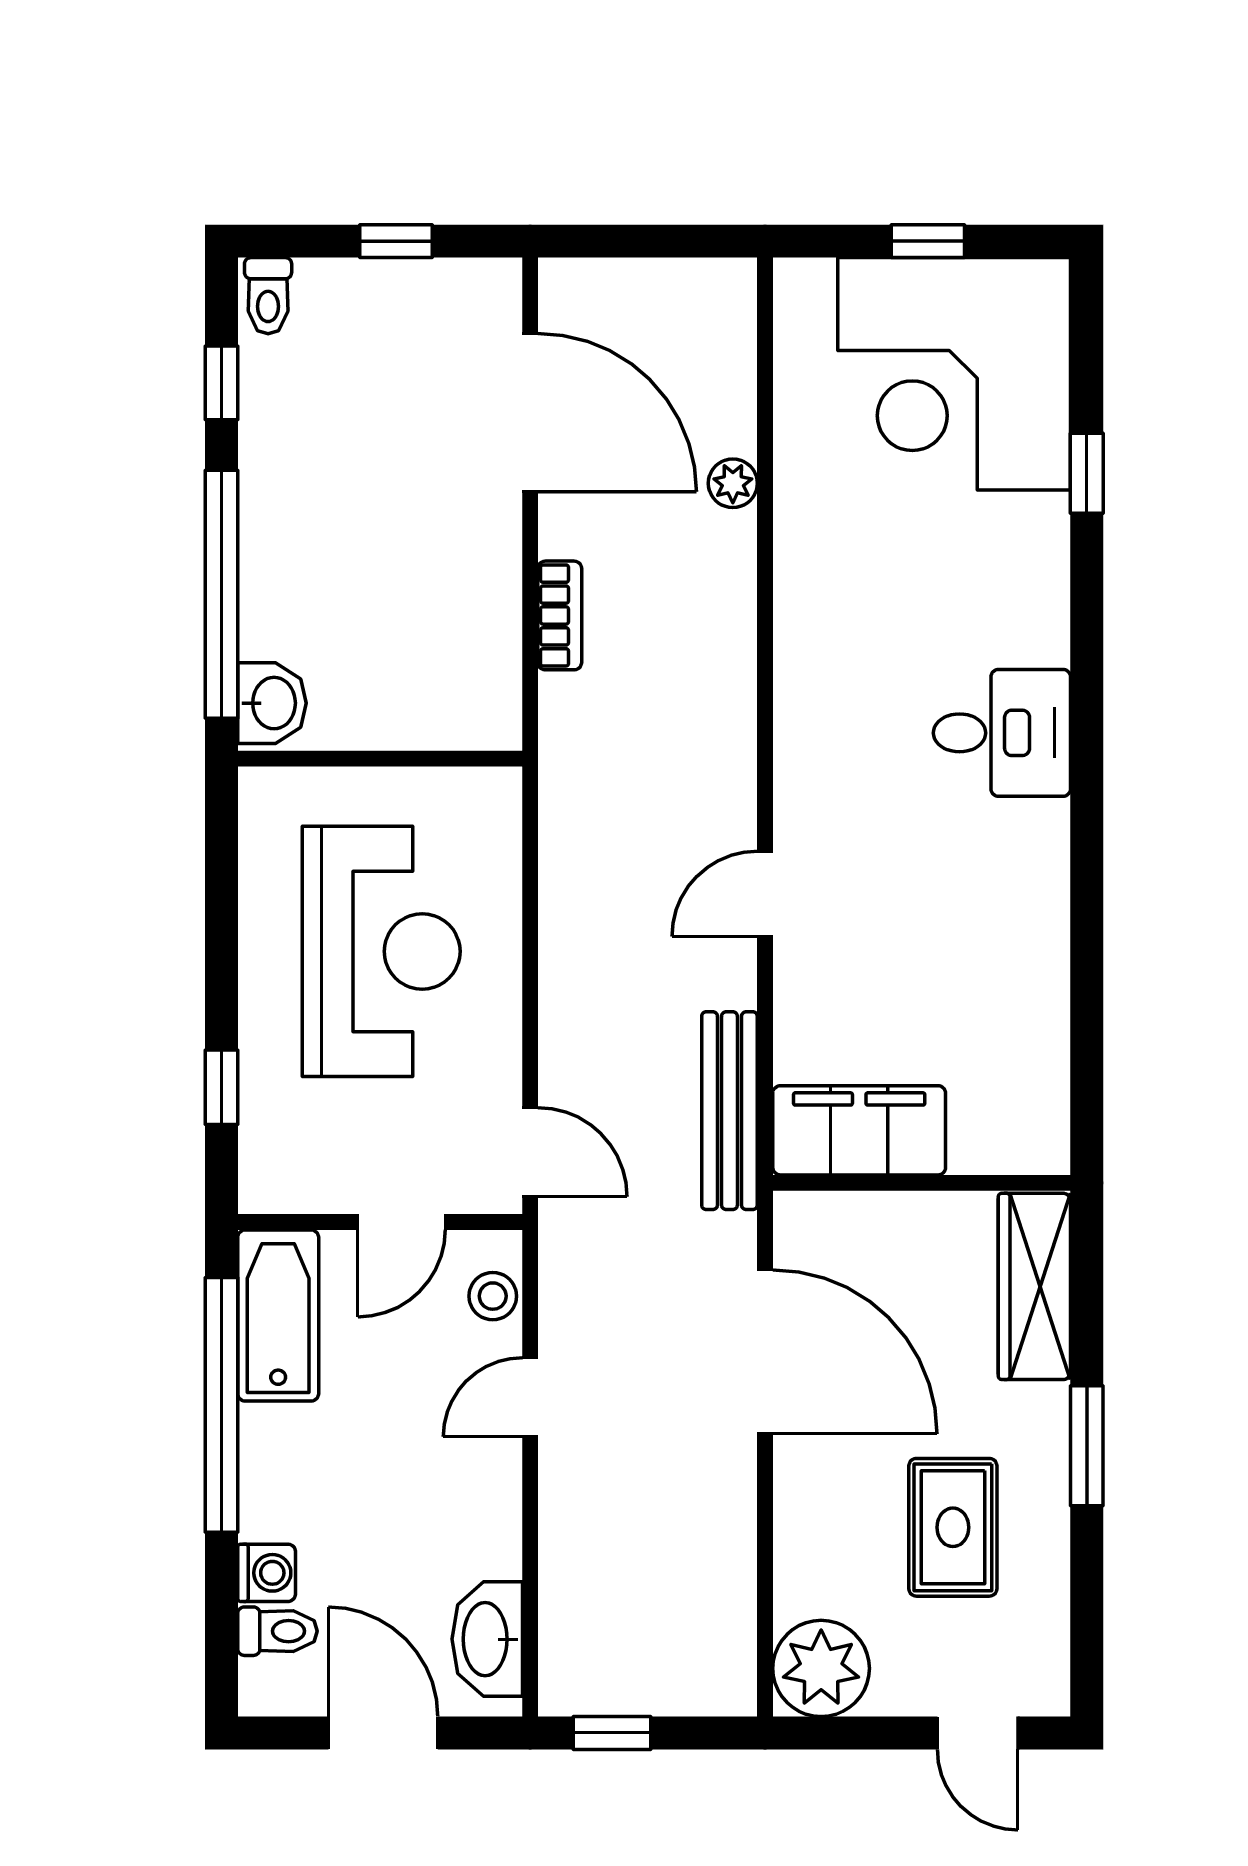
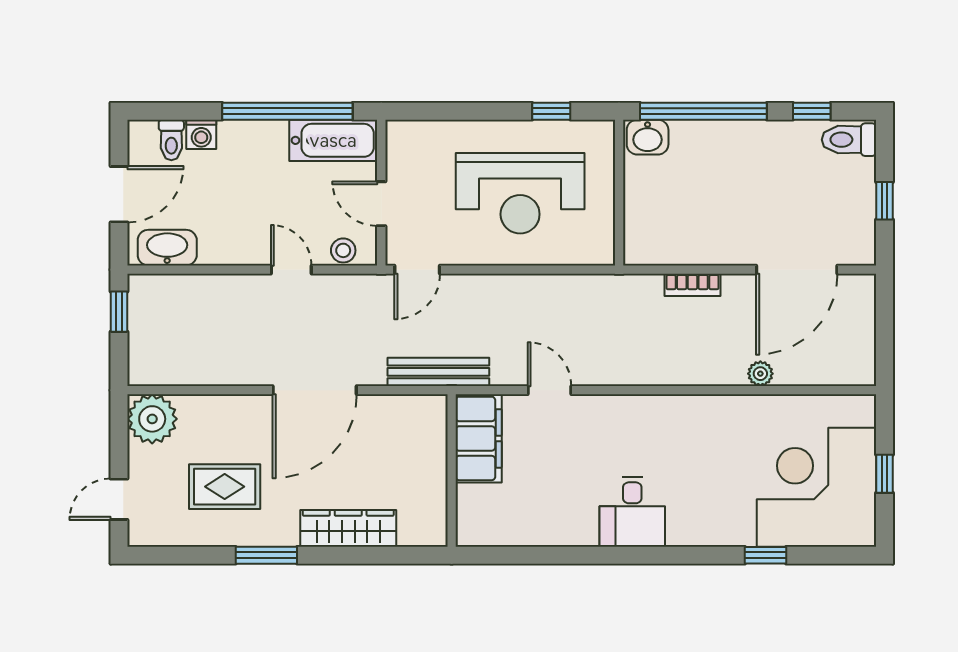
toilet: (268, 296) -> (849, 140), width x1.37, depth x1.39
window: (221, 1087) -> (551, 111), moved
filing cabinet: (859, 1130) -> (479, 438), moved
wall: (922, 1183) -> (452, 471), moved

